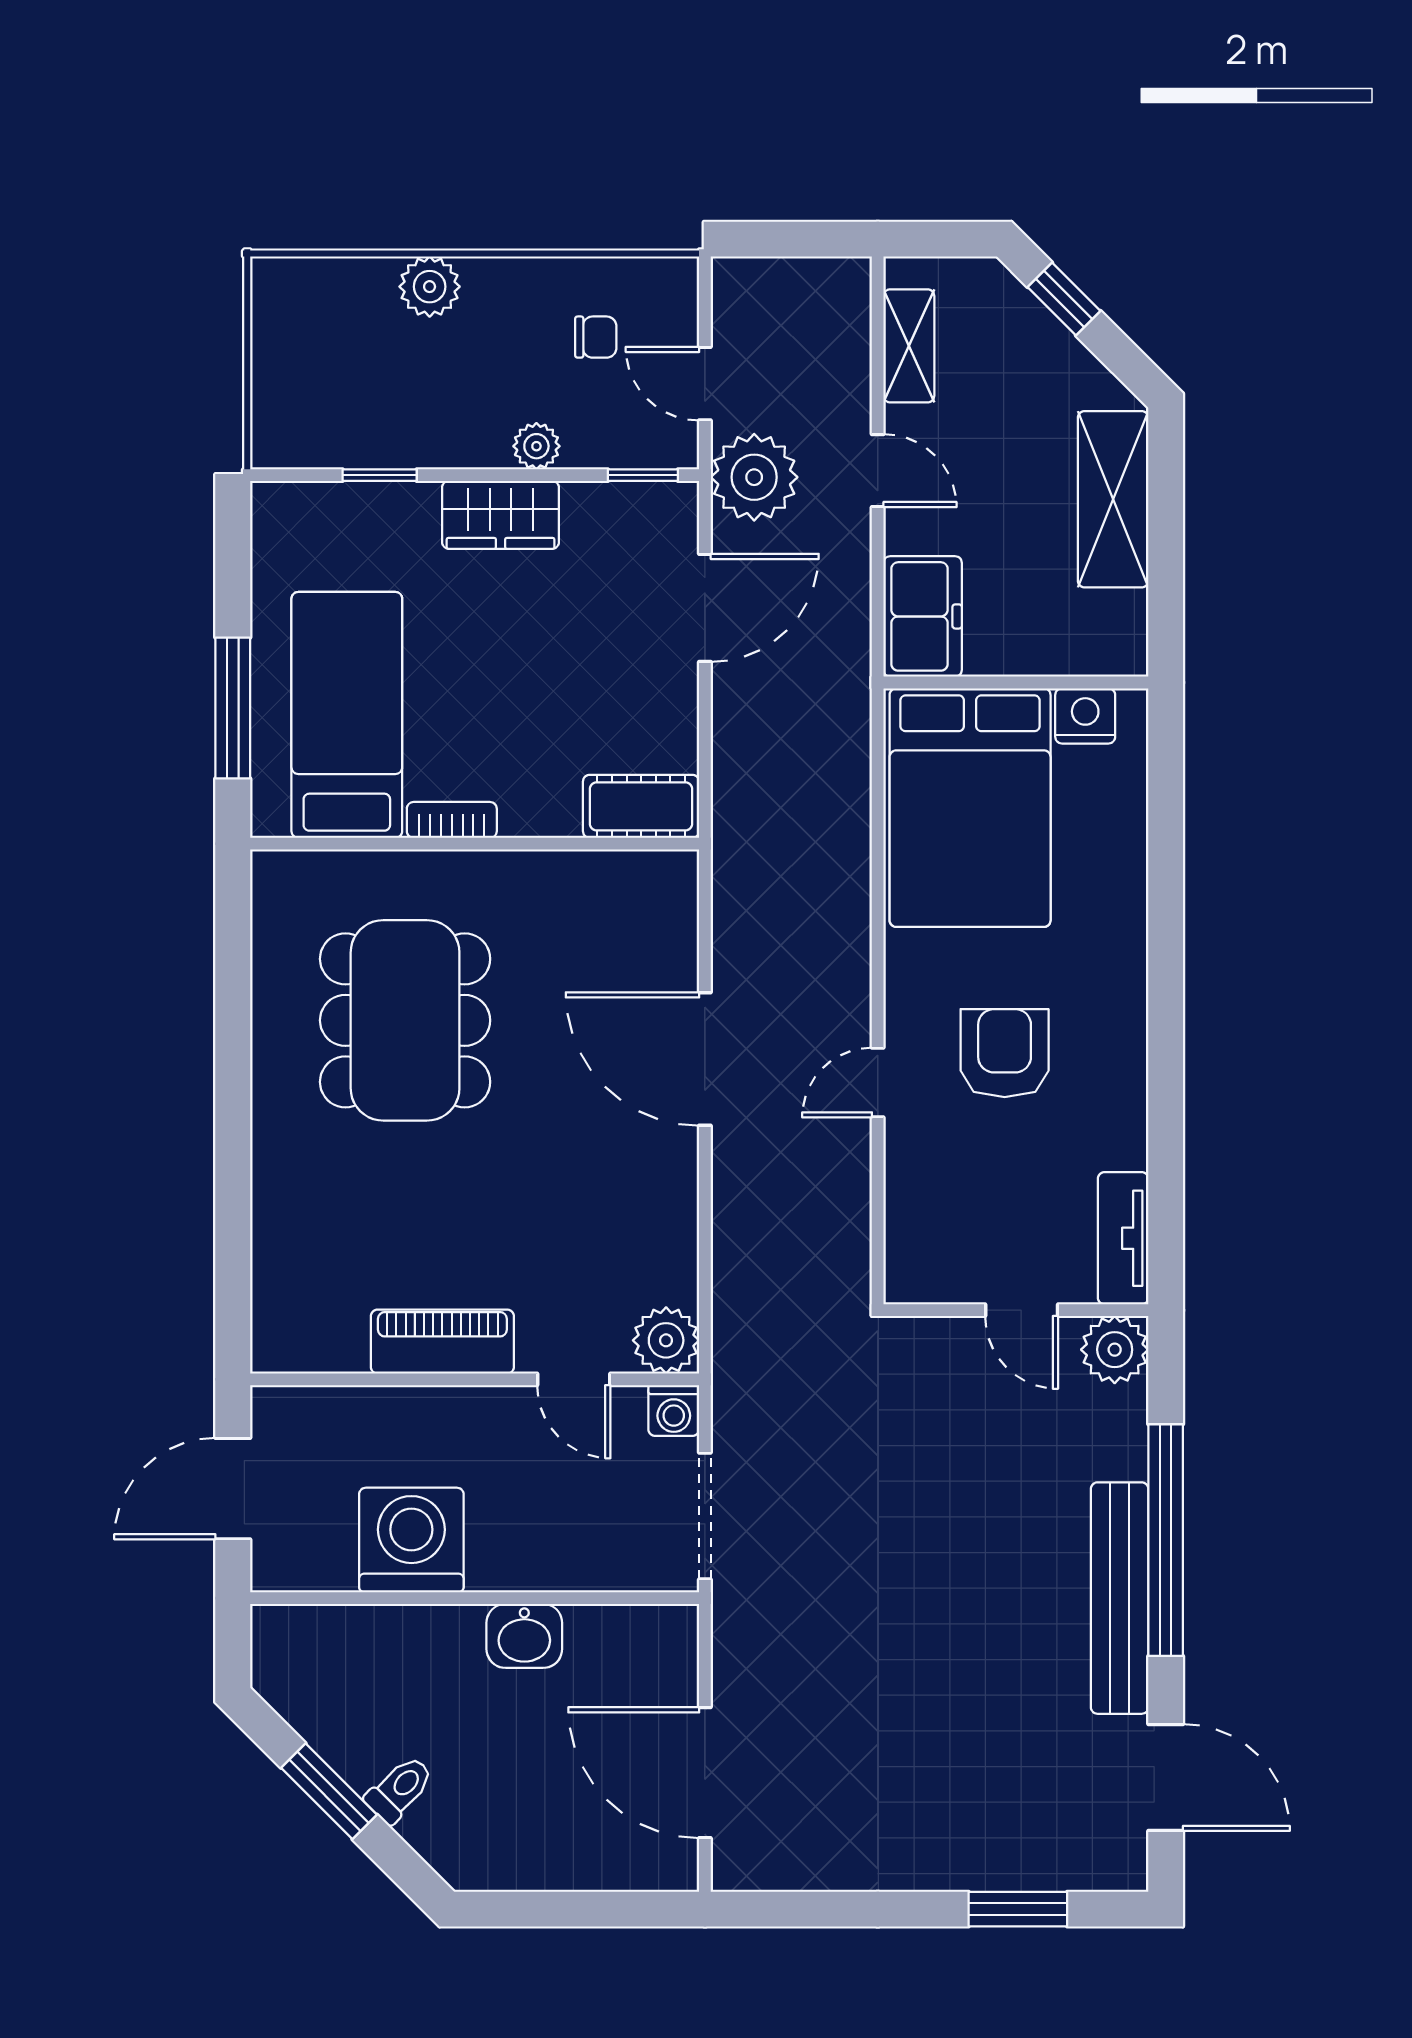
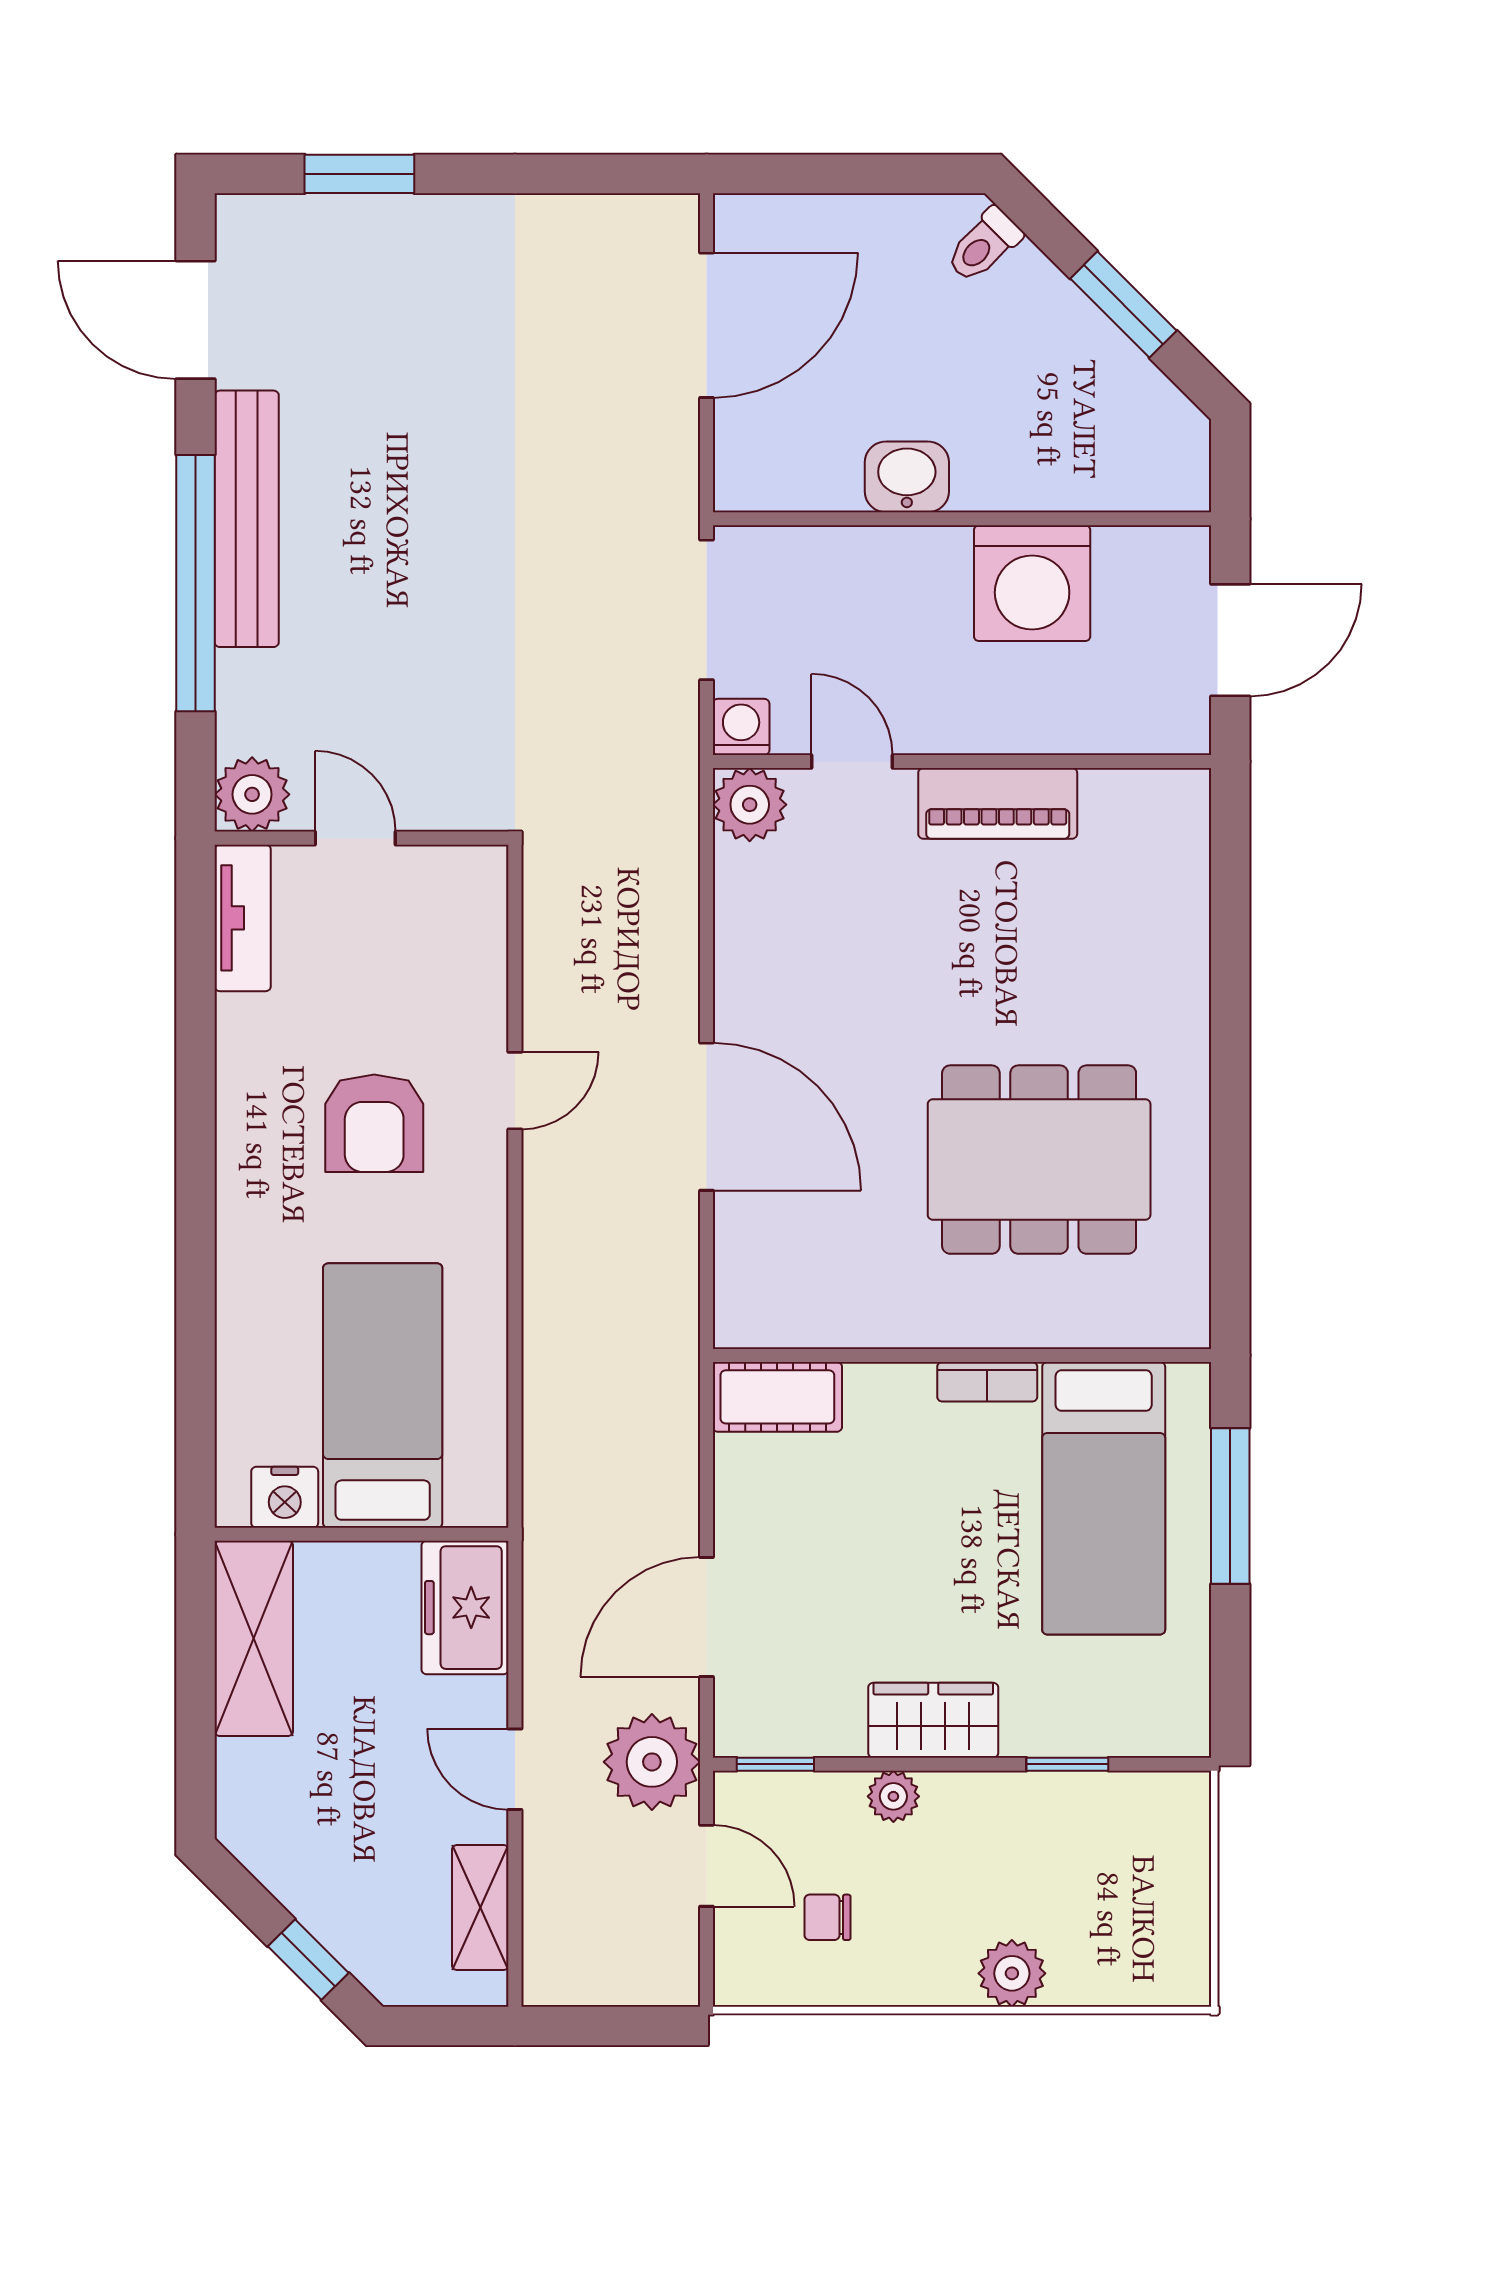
shelving: (1113, 499) -> (254, 1638), moved
bed: (970, 808) -> (383, 1396), width x0.67
dining table: (405, 1020) -> (1039, 1160), turned 90
door: (705, 1773) -> (706, 325), hinge flipped
toilet: (399, 1789) -> (984, 245), moved

